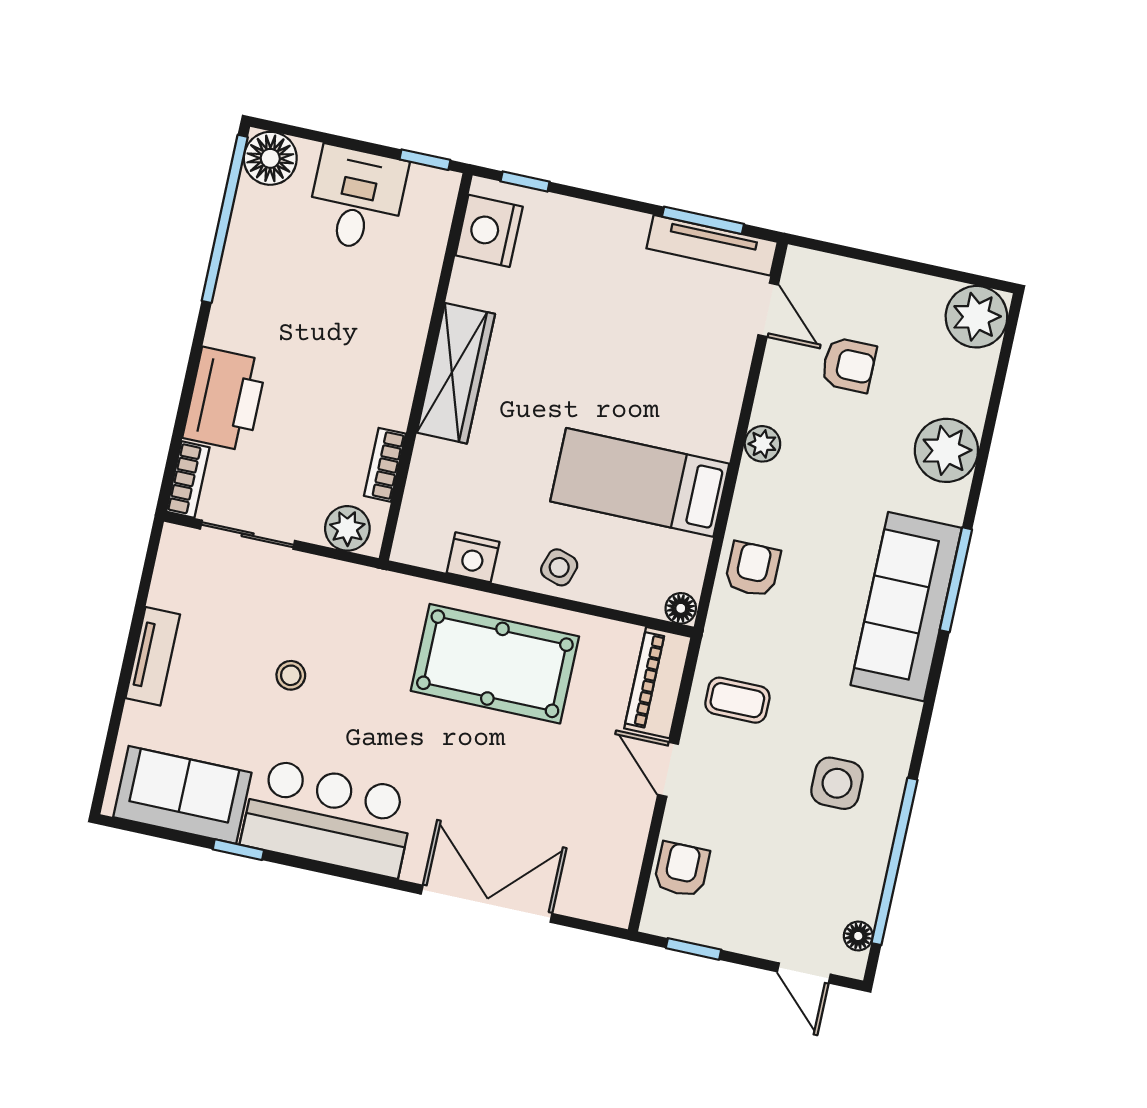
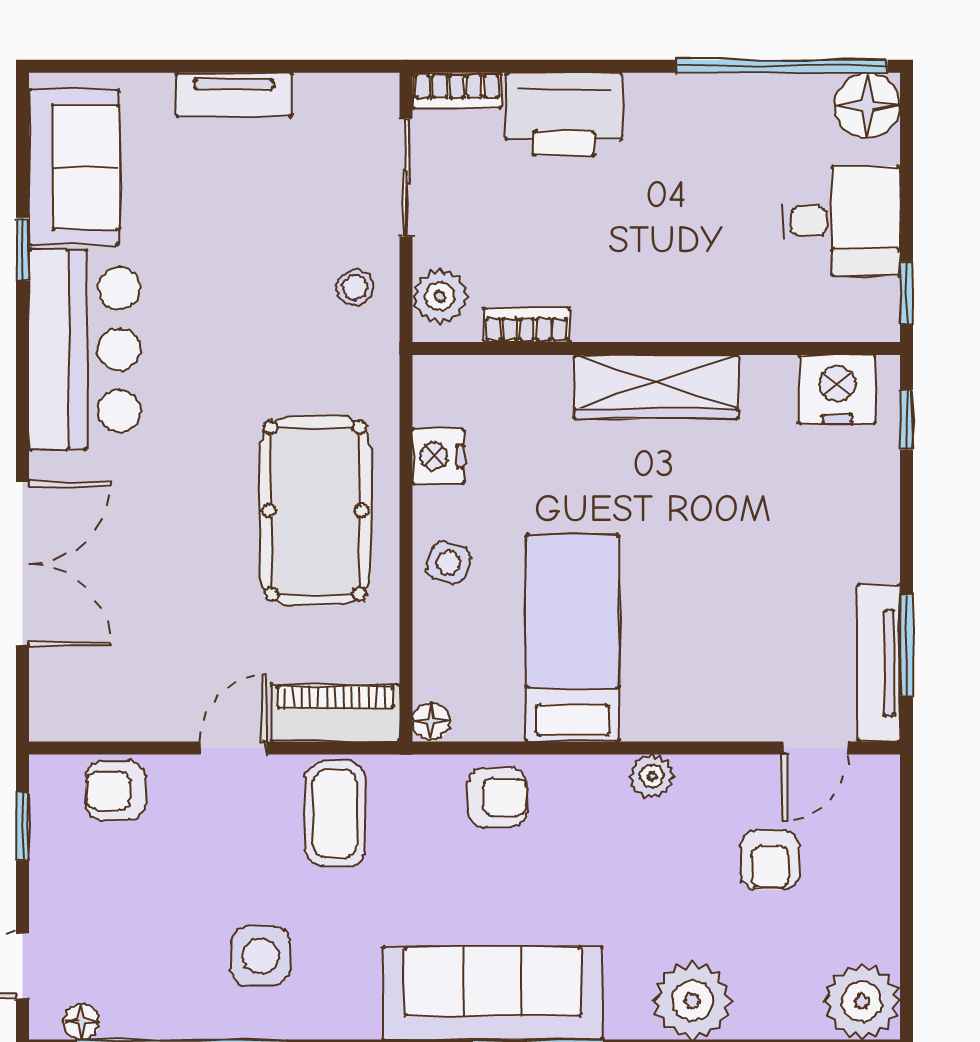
stool: (291, 675) -> (355, 287), moved
coffee table: (737, 700) -> (335, 814), width x1.36, depth x1.30
armchair: (682, 870) -> (115, 791), turned 180

